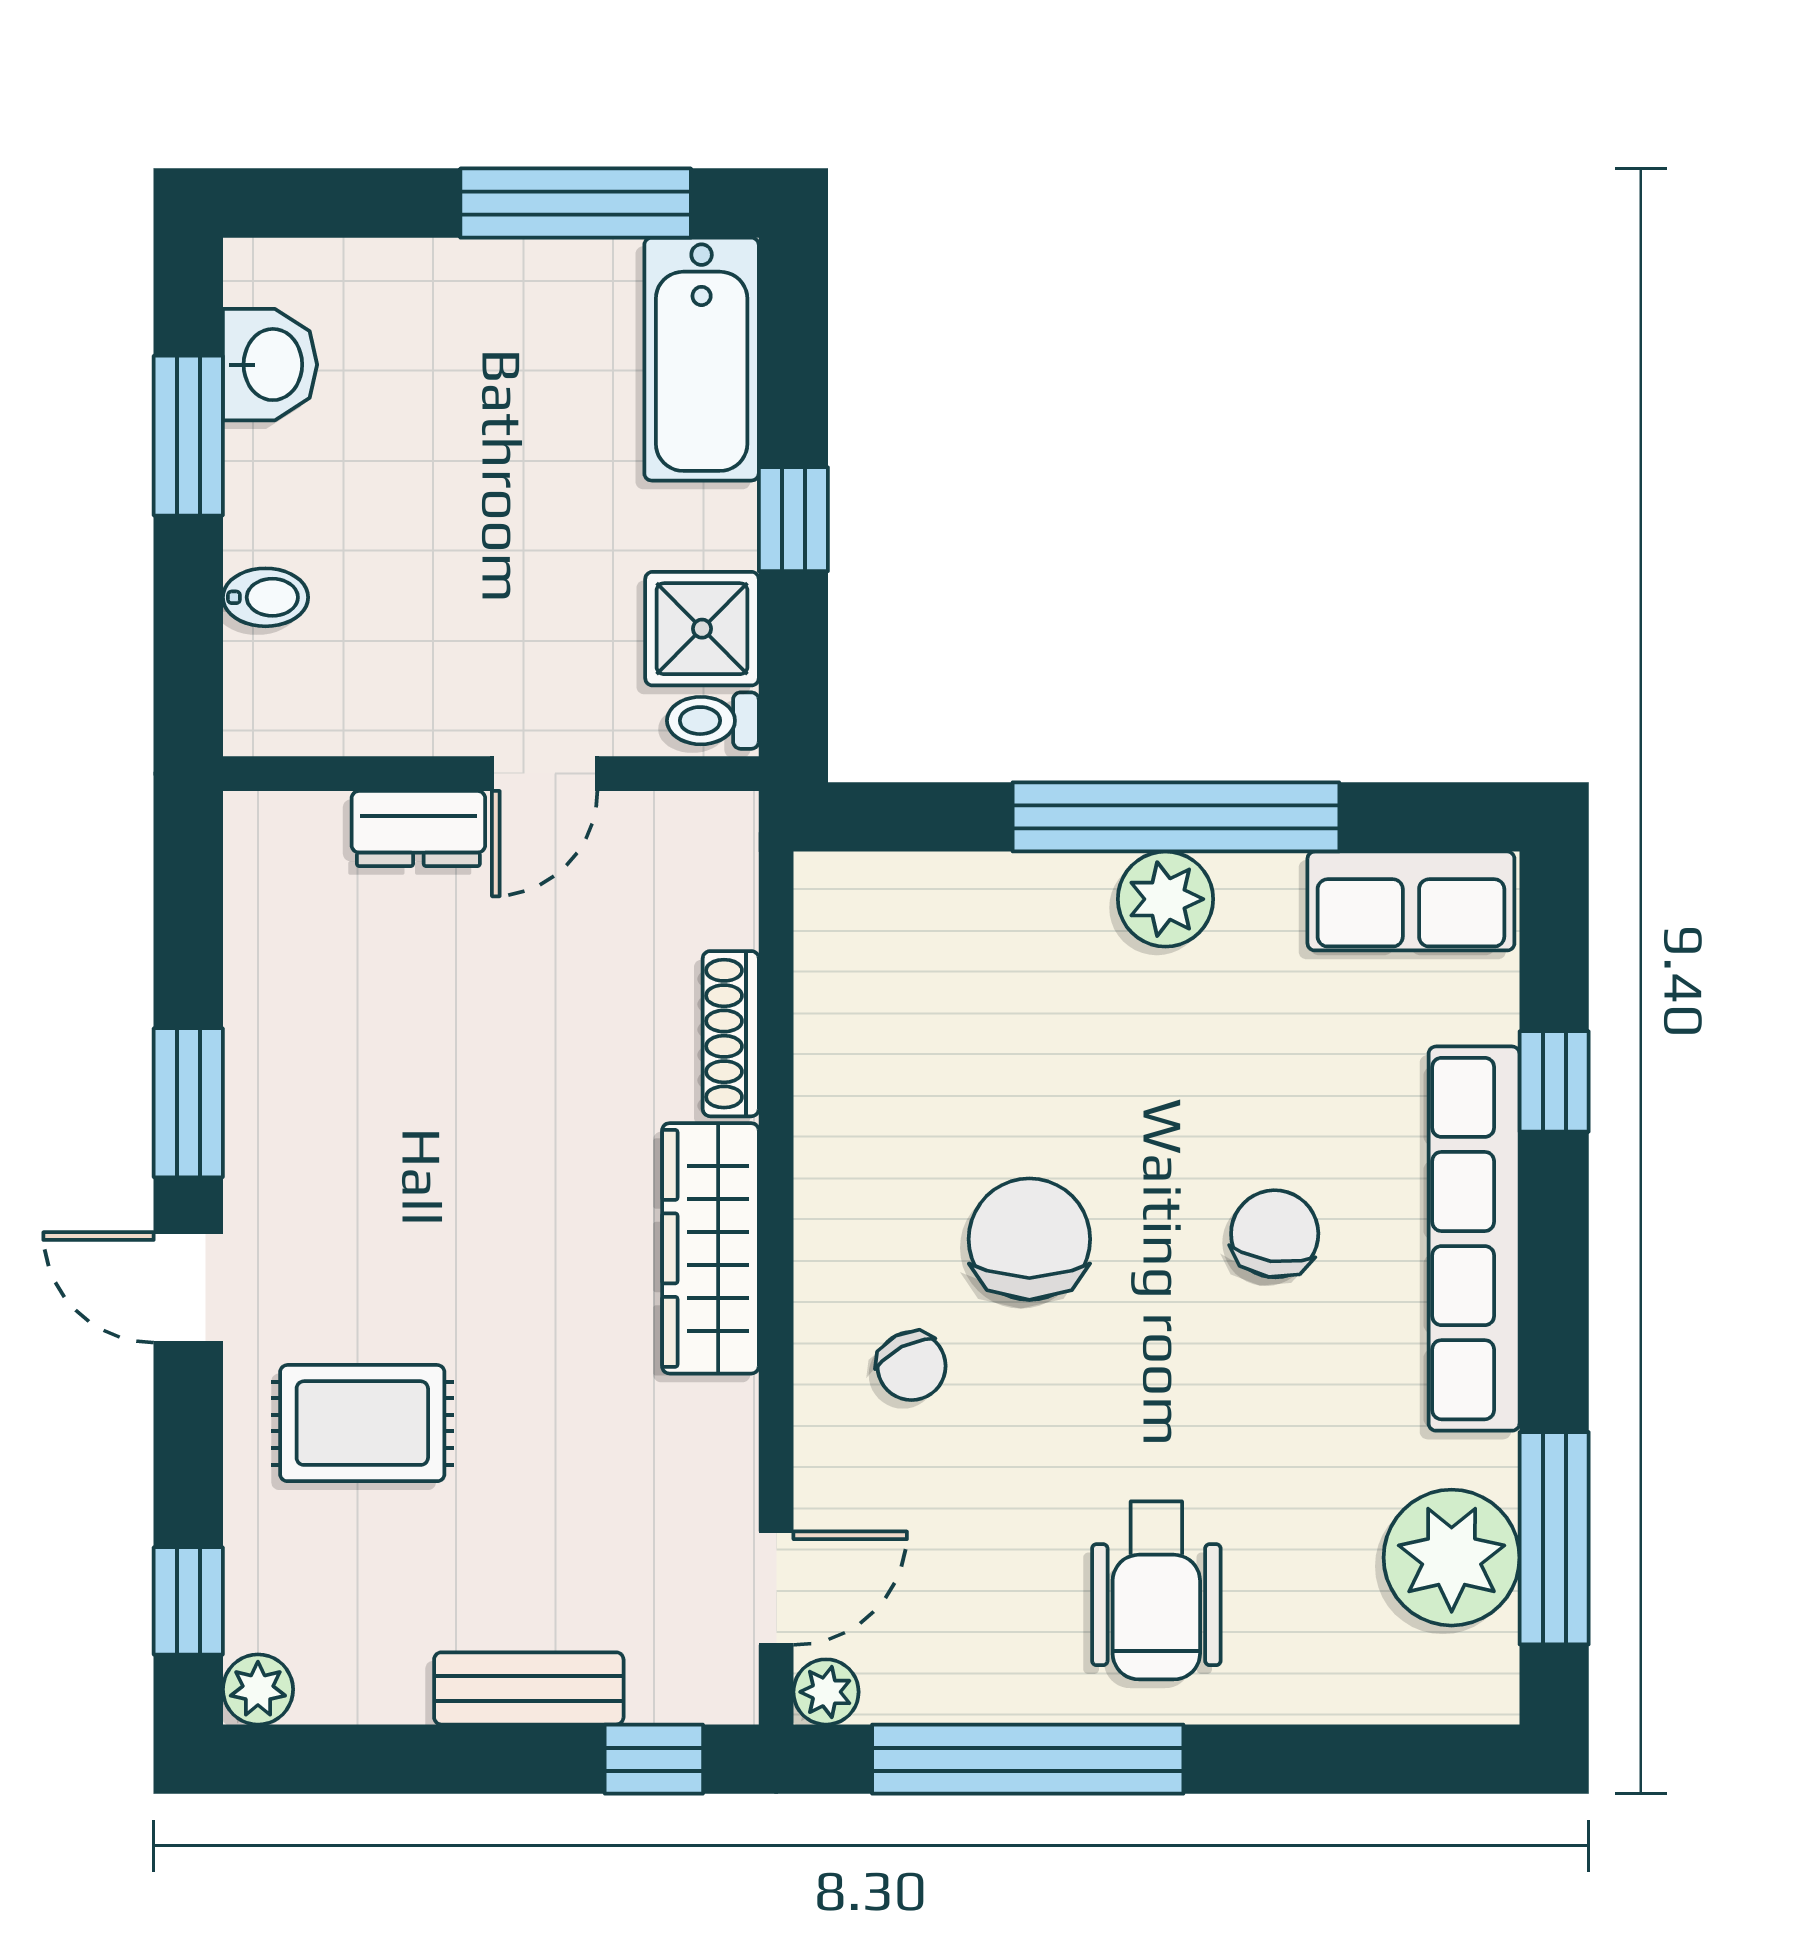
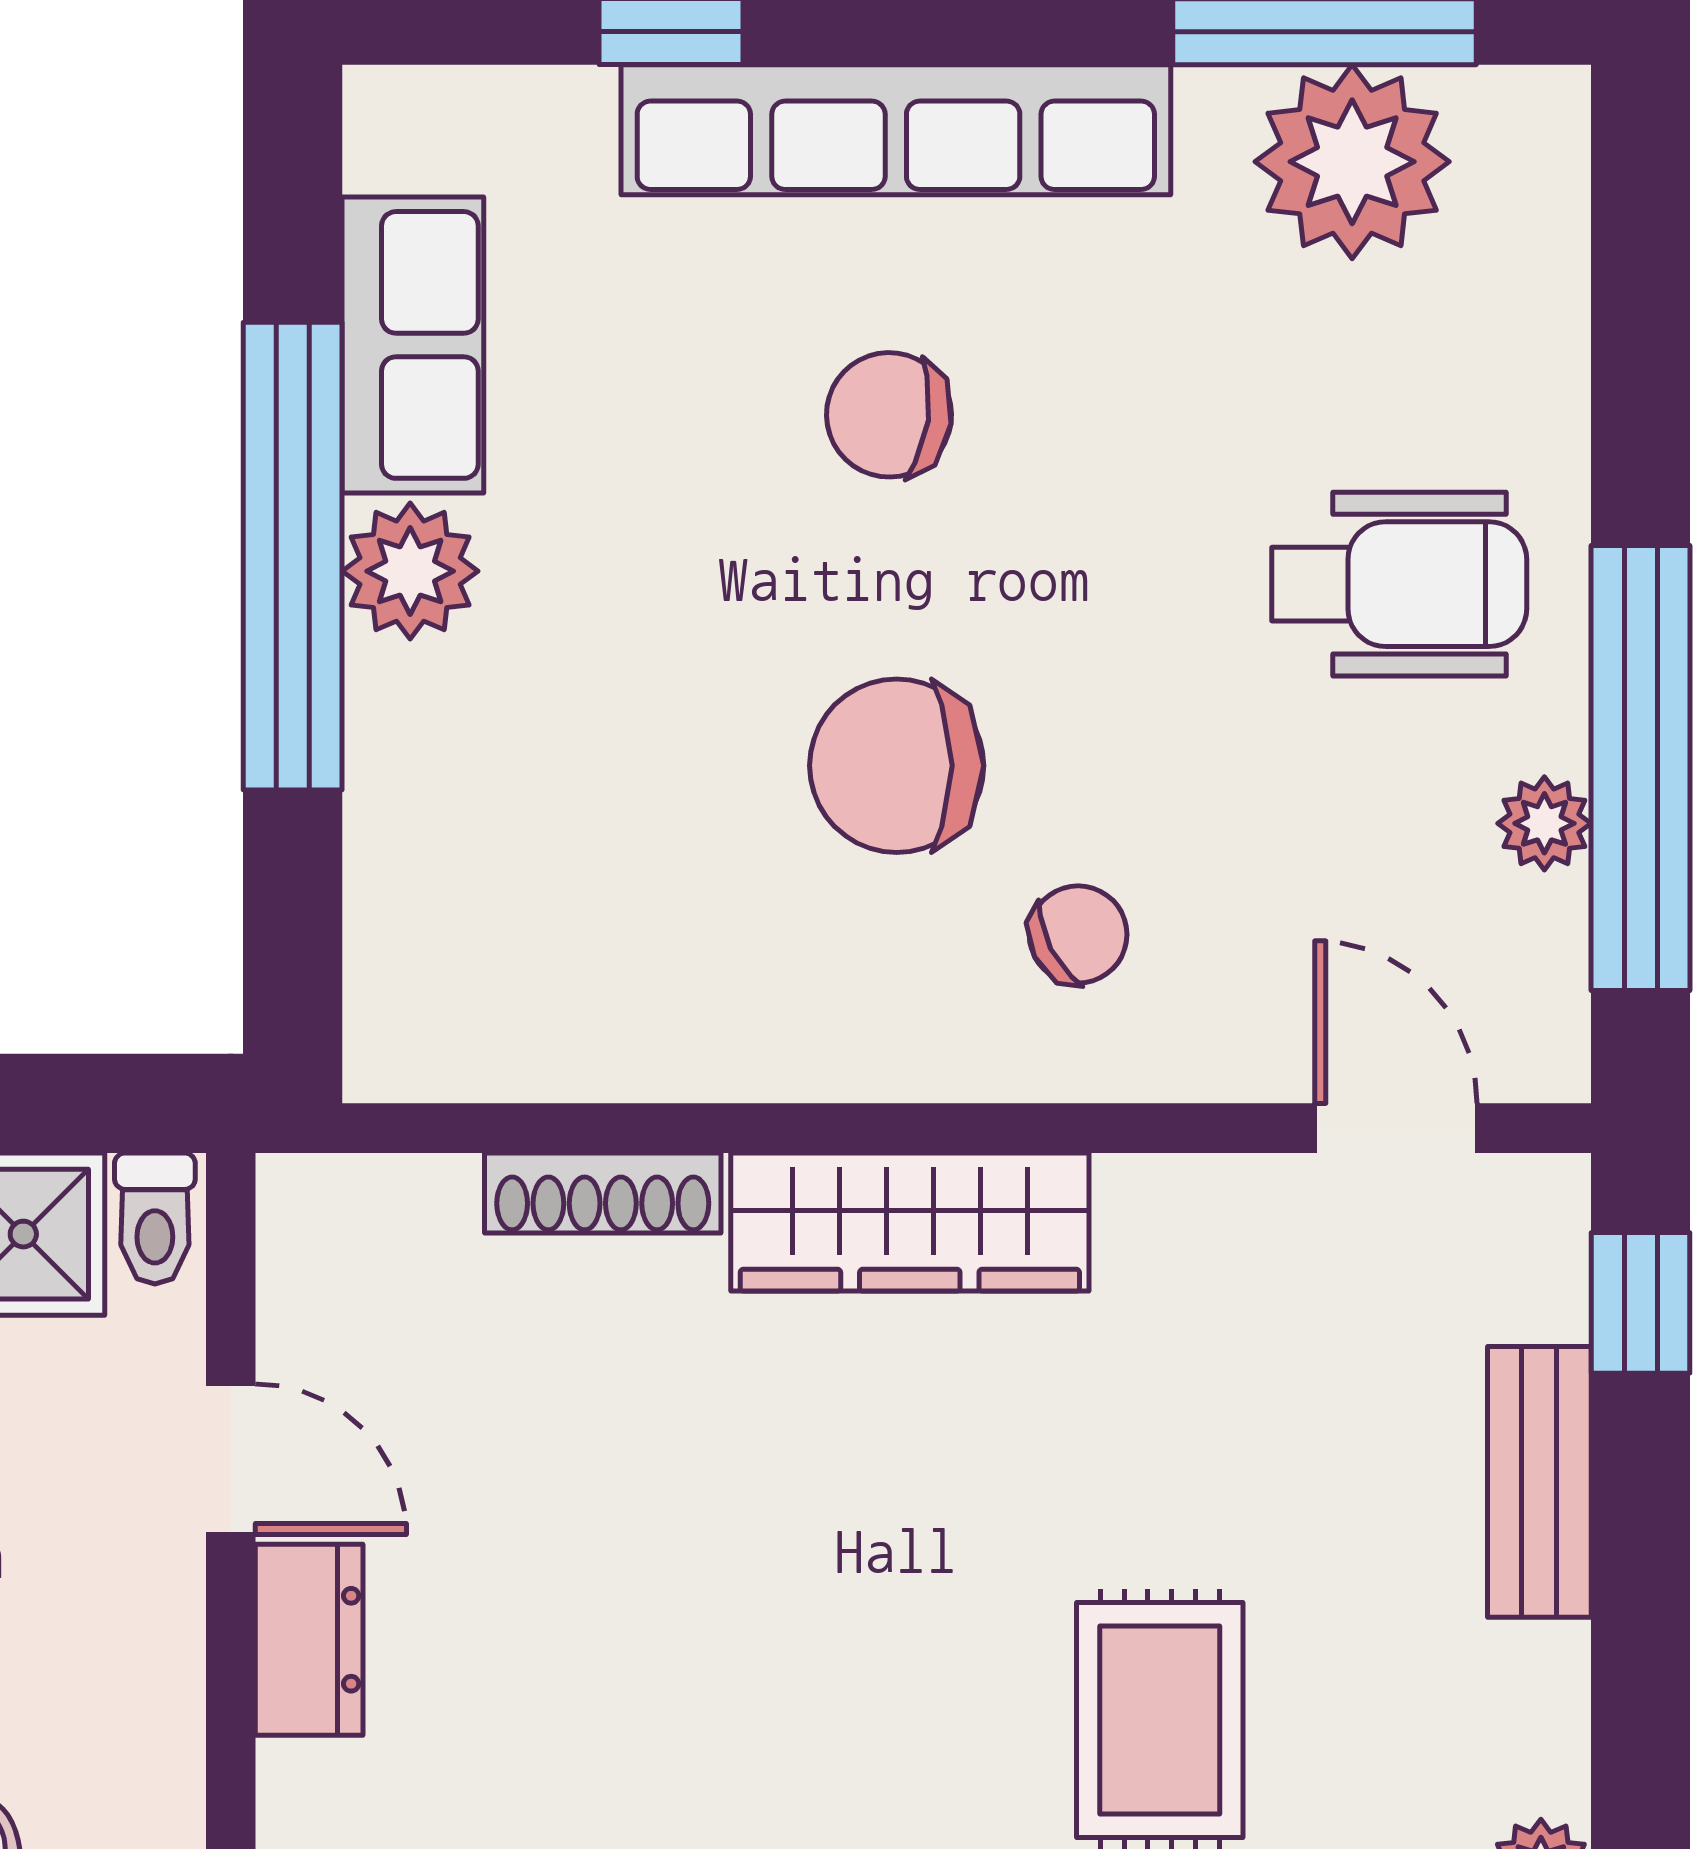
row of seats: (1411, 901) -> (413, 345), moved
plant: (826, 1692) -> (1544, 823), moved

